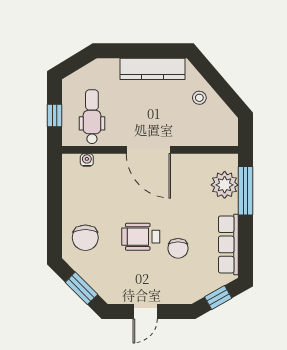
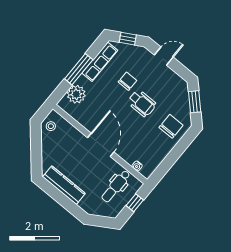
stool: (199, 98) -> (51, 126), moved
window: (245, 191) -> (79, 69), moved
door: (145, 311) -> (164, 56), moved

